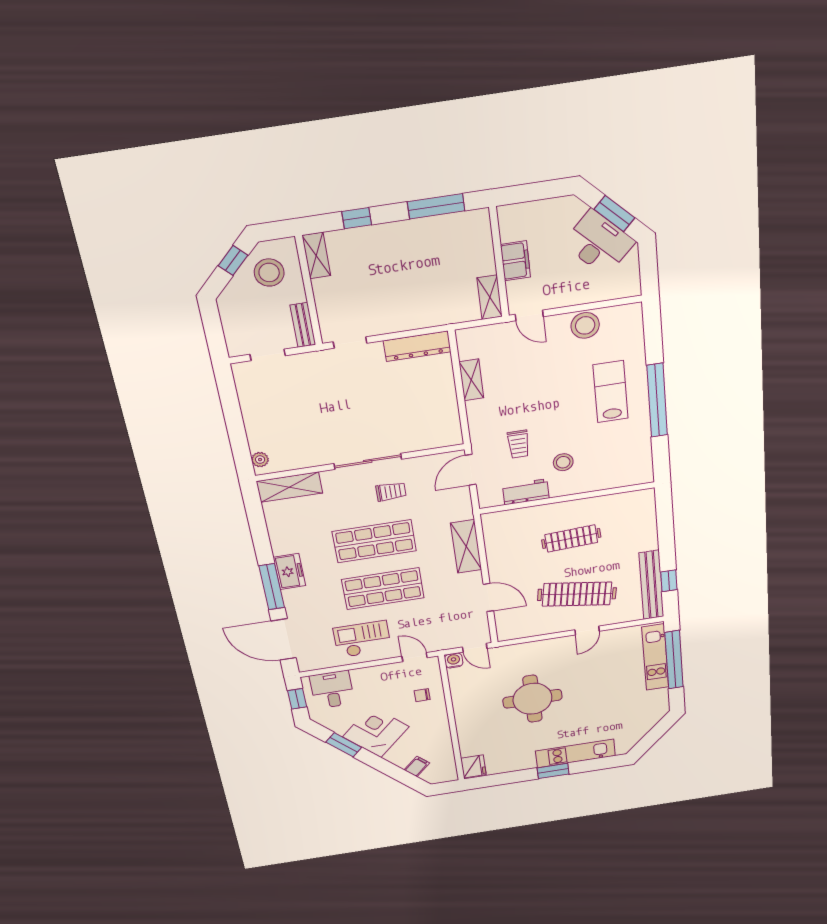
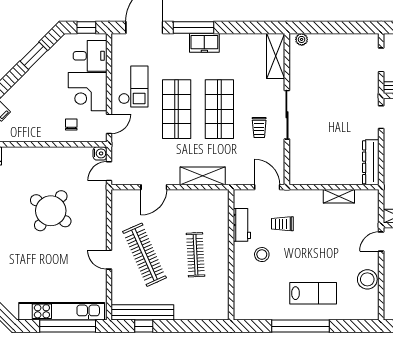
clothes rail: (577, 594) -> (145, 255), turned -33
kitchen unit: (655, 657) -> (62, 311), width x1.36
round table: (532, 699) -> (51, 211), turned 36
corner desk: (376, 732) -> (88, 92), moved, turned 135

